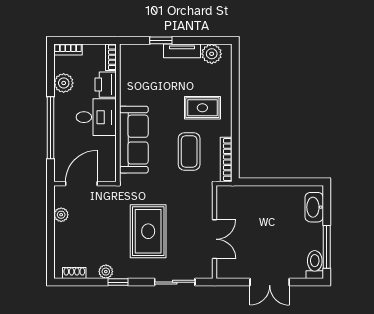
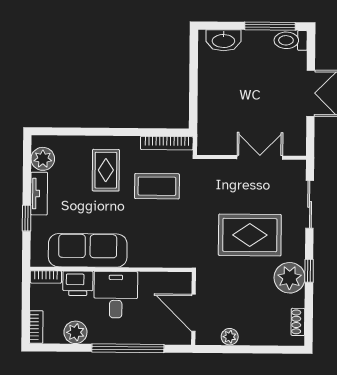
sofa: (134, 140) -> (88, 250), moved
plant: (106, 272) -> (290, 278), width x1.88, depth x1.88

